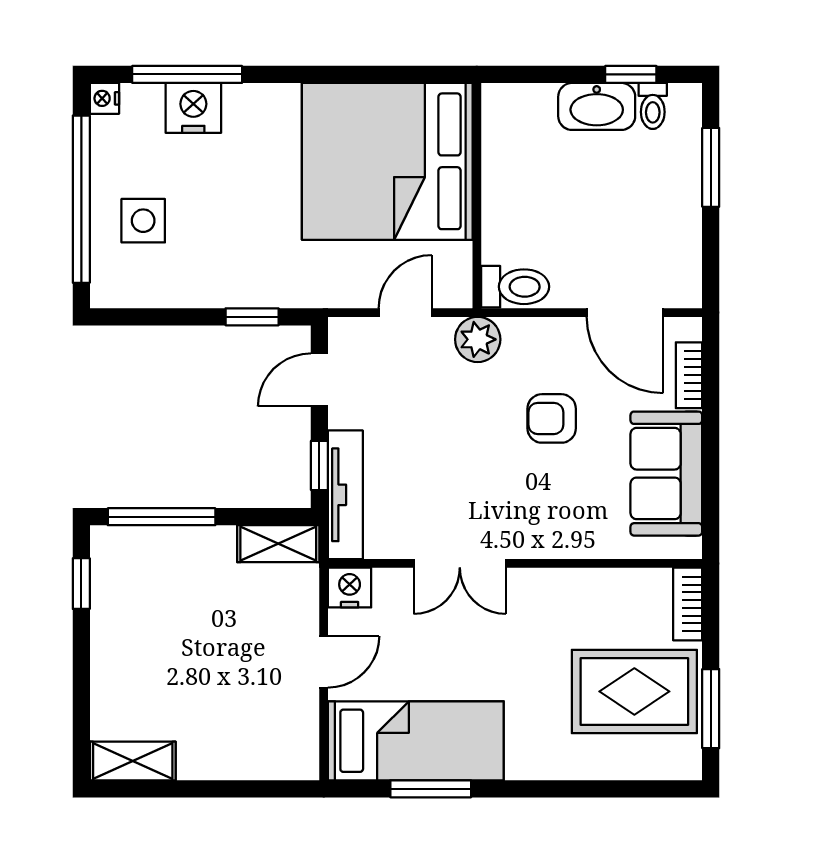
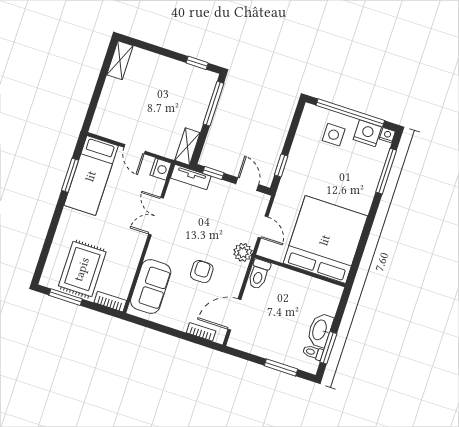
window: (631, 74) -> (328, 348), width x1.50
nightstand: (193, 108) -> (367, 133), moved, turned -90
sofa: (666, 474) -> (151, 287), moved, turned 90
tv unit: (345, 495) -> (191, 177), width x0.71

